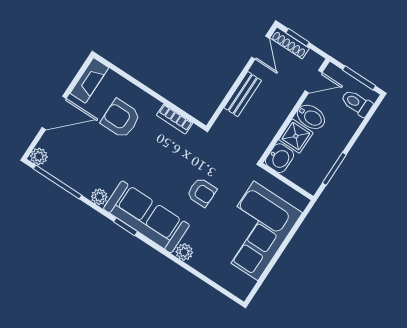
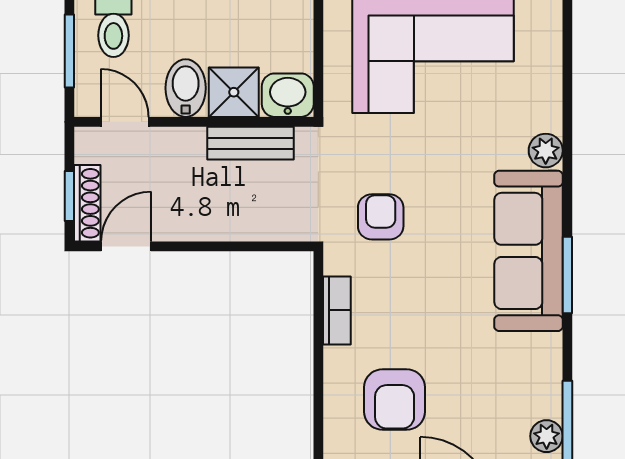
bench: (243, 94) -> (250, 143), moved
armchair: (202, 192) -> (381, 217), moved
plant: (99, 197) -> (547, 436), moved
window: (125, 227) -> (567, 275), width x1.50

